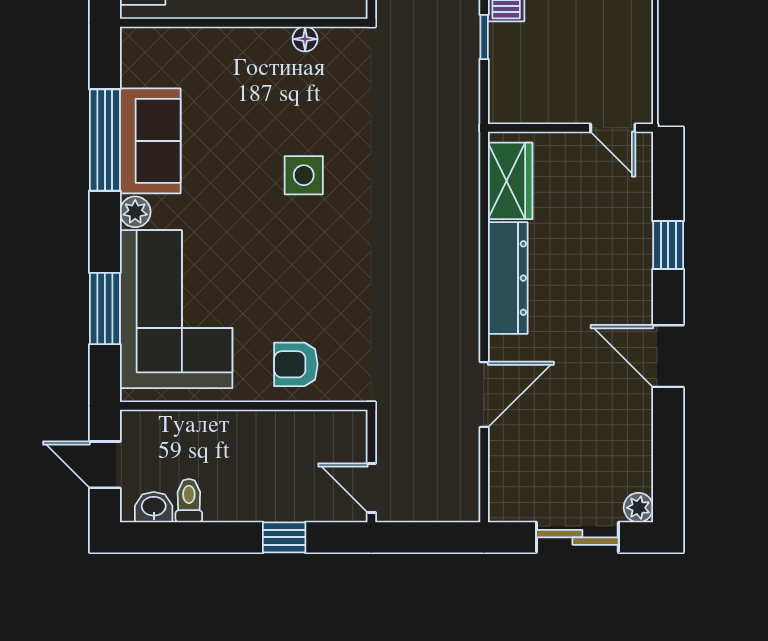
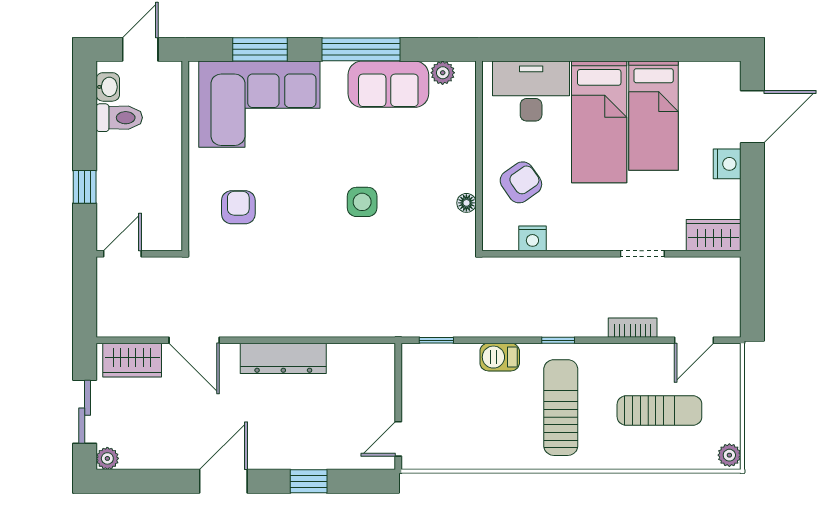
window: (484, 37) -> (436, 340), moved
window: (105, 140) -> (361, 49), moved
wardrobe: (510, 181) -> (132, 360), moved
plant: (135, 212) -> (443, 73), moved
armchair: (296, 364) -> (238, 207), moved
toilet: (189, 501) -> (119, 118), width x1.37, depth x1.39

